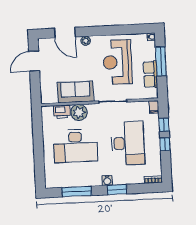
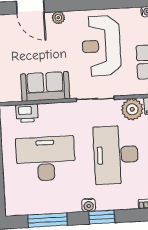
plant: (79, 112) -> (132, 109), moved
desk: (128, 143) -> (116, 155), turned 180
desk: (75, 146) -> (46, 159), turned 180

